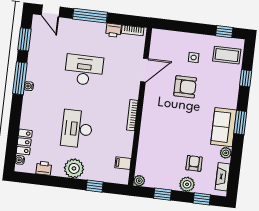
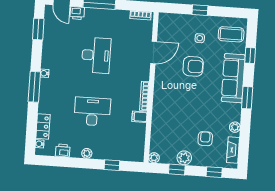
printer: (113, 30) -> (77, 13), moved
window: (224, 32) -> (200, 10), moved
desk: (84, 70) -> (96, 55), turned 90
window: (20, 78) -> (34, 87), moved
sofa: (224, 127) -> (233, 78), moved, width x1.36
desk: (77, 129) -> (92, 112), turned 90
filing cabinet: (123, 163) -> (139, 117), moved
plant: (74, 168) -> (87, 153), width x0.53, depth x0.53
plant: (187, 184) -> (184, 158), moved

